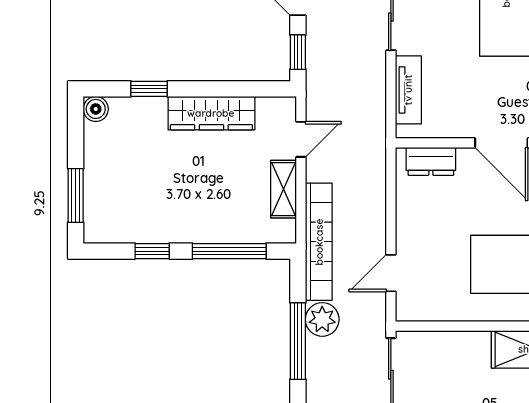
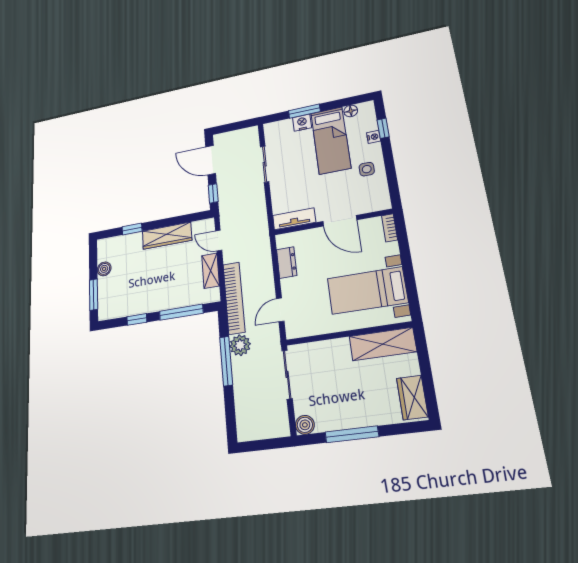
tv unit: (408, 90) -> (294, 219), moved, turned -90
boiler: (96, 109) -> (104, 269), moved
door: (301, 139) -> (219, 241), swing flipped
dresser: (431, 161) -> (287, 262), moved, turned -90

